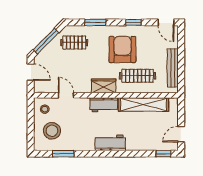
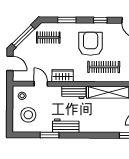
wardrobe: (104, 86) -> (63, 76), moved
workbench: (110, 143) -> (66, 126), moved
window: (63, 154) -> (49, 135), moved

